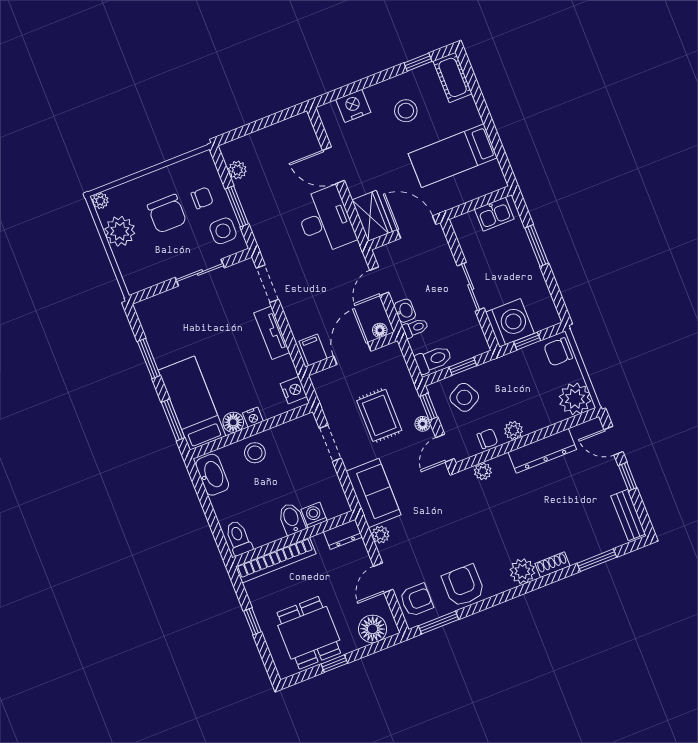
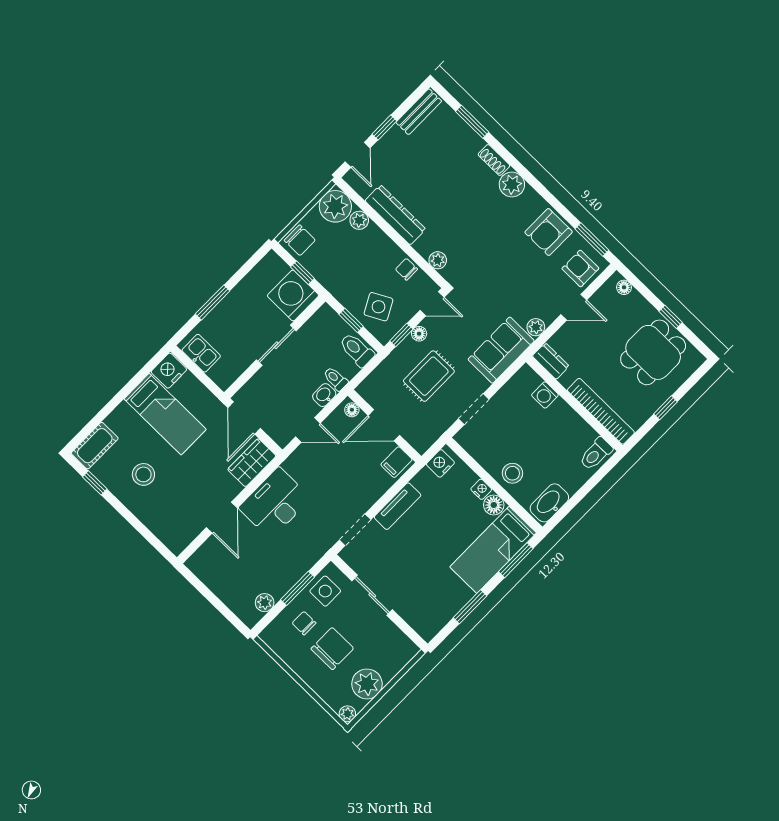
nightstand: (353, 106) -> (169, 371), moved, turned 90
plant: (514, 430) -> (359, 220), moved
bidet: (292, 519) -> (557, 414), removed
floor lamp: (373, 629) -> (624, 287), width x0.53, depth x0.53

